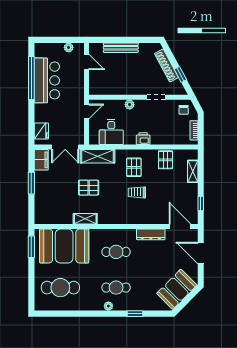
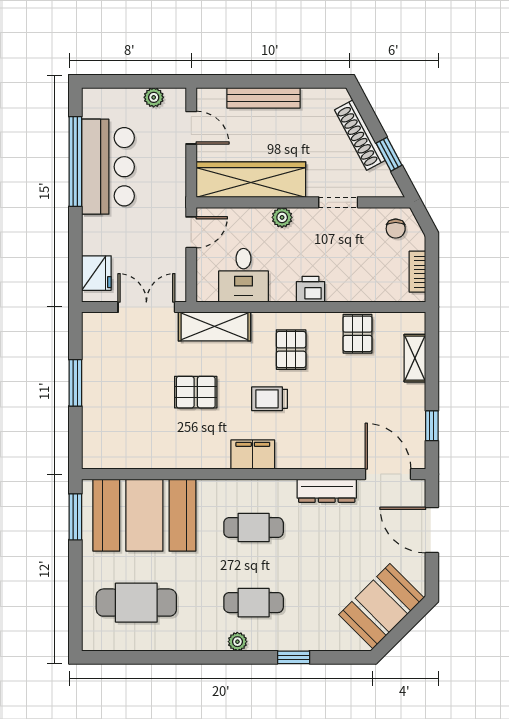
wardrobe: (115, 87) -> (251, 180), added
double door: (65, 147) -> (146, 307), swing flipped
filing cabinet: (41, 160) -> (253, 454), moved, turned -90
trolley: (137, 192) -> (270, 399), moved
shelving: (85, 219) -> (189, 458), removed

